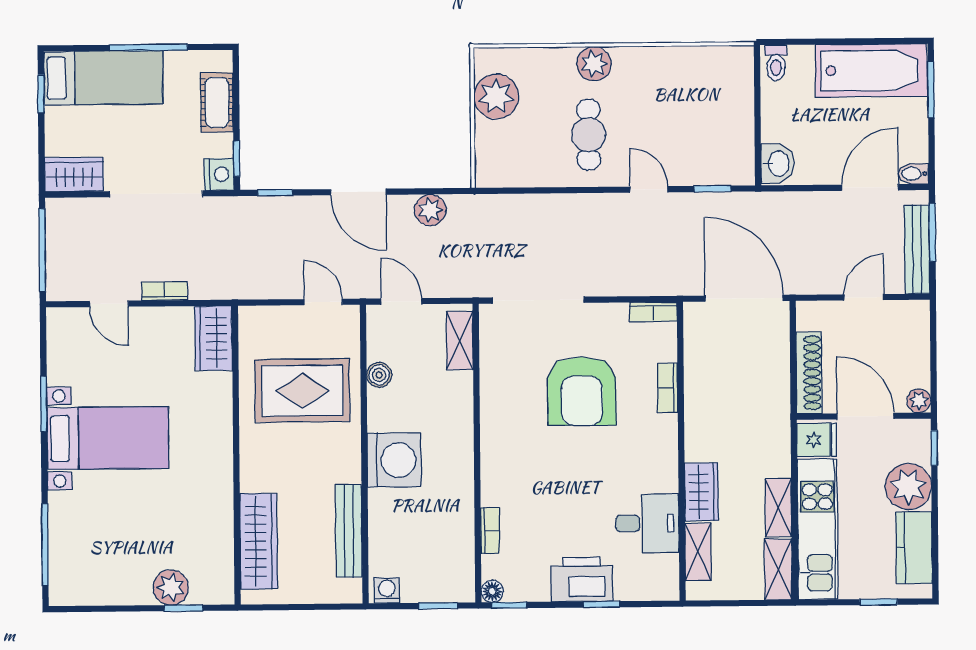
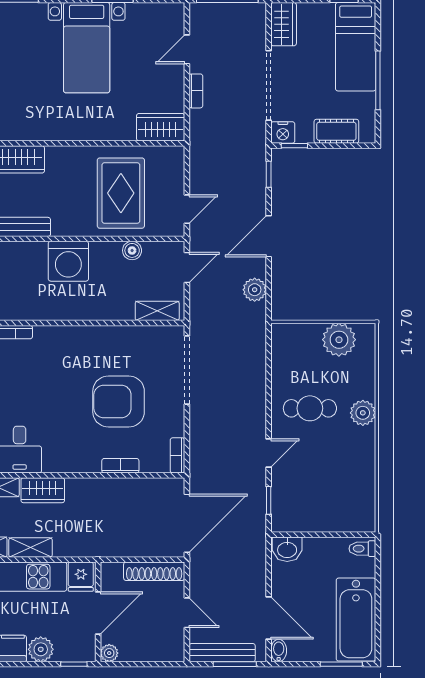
shoe rack: (809, 373) -> (154, 571), moved
plant: (908, 486) -> (41, 649), width x0.73, depth x0.73

